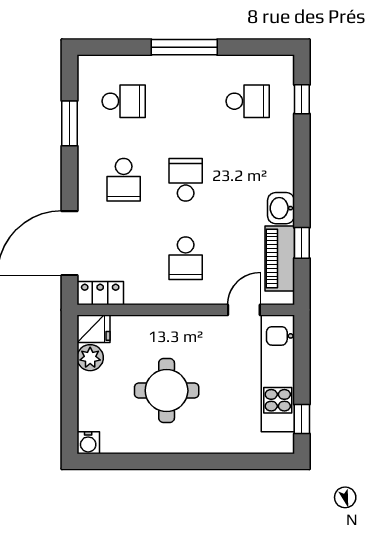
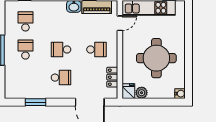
school desk: (124, 101) -> (25, 50), moved
locker: (100, 293) -> (112, 77), moved
door: (244, 310) -> (120, 23), swing flipped
round table: (167, 391) -> (156, 58), width x1.36, depth x1.36

